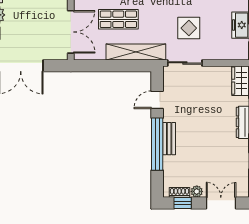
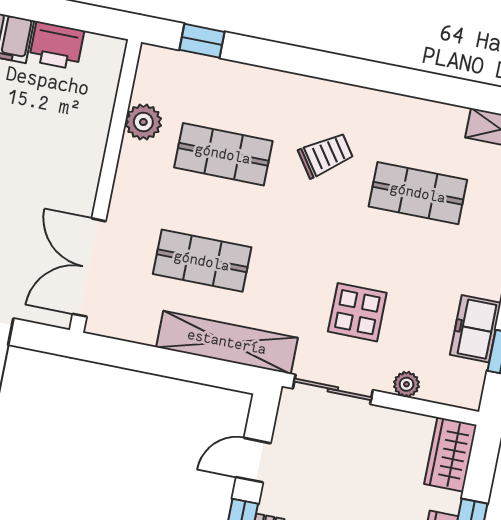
double door: (71, 32) -> (89, 268), swing flipped
plant: (216, 55) -> (406, 384), added

